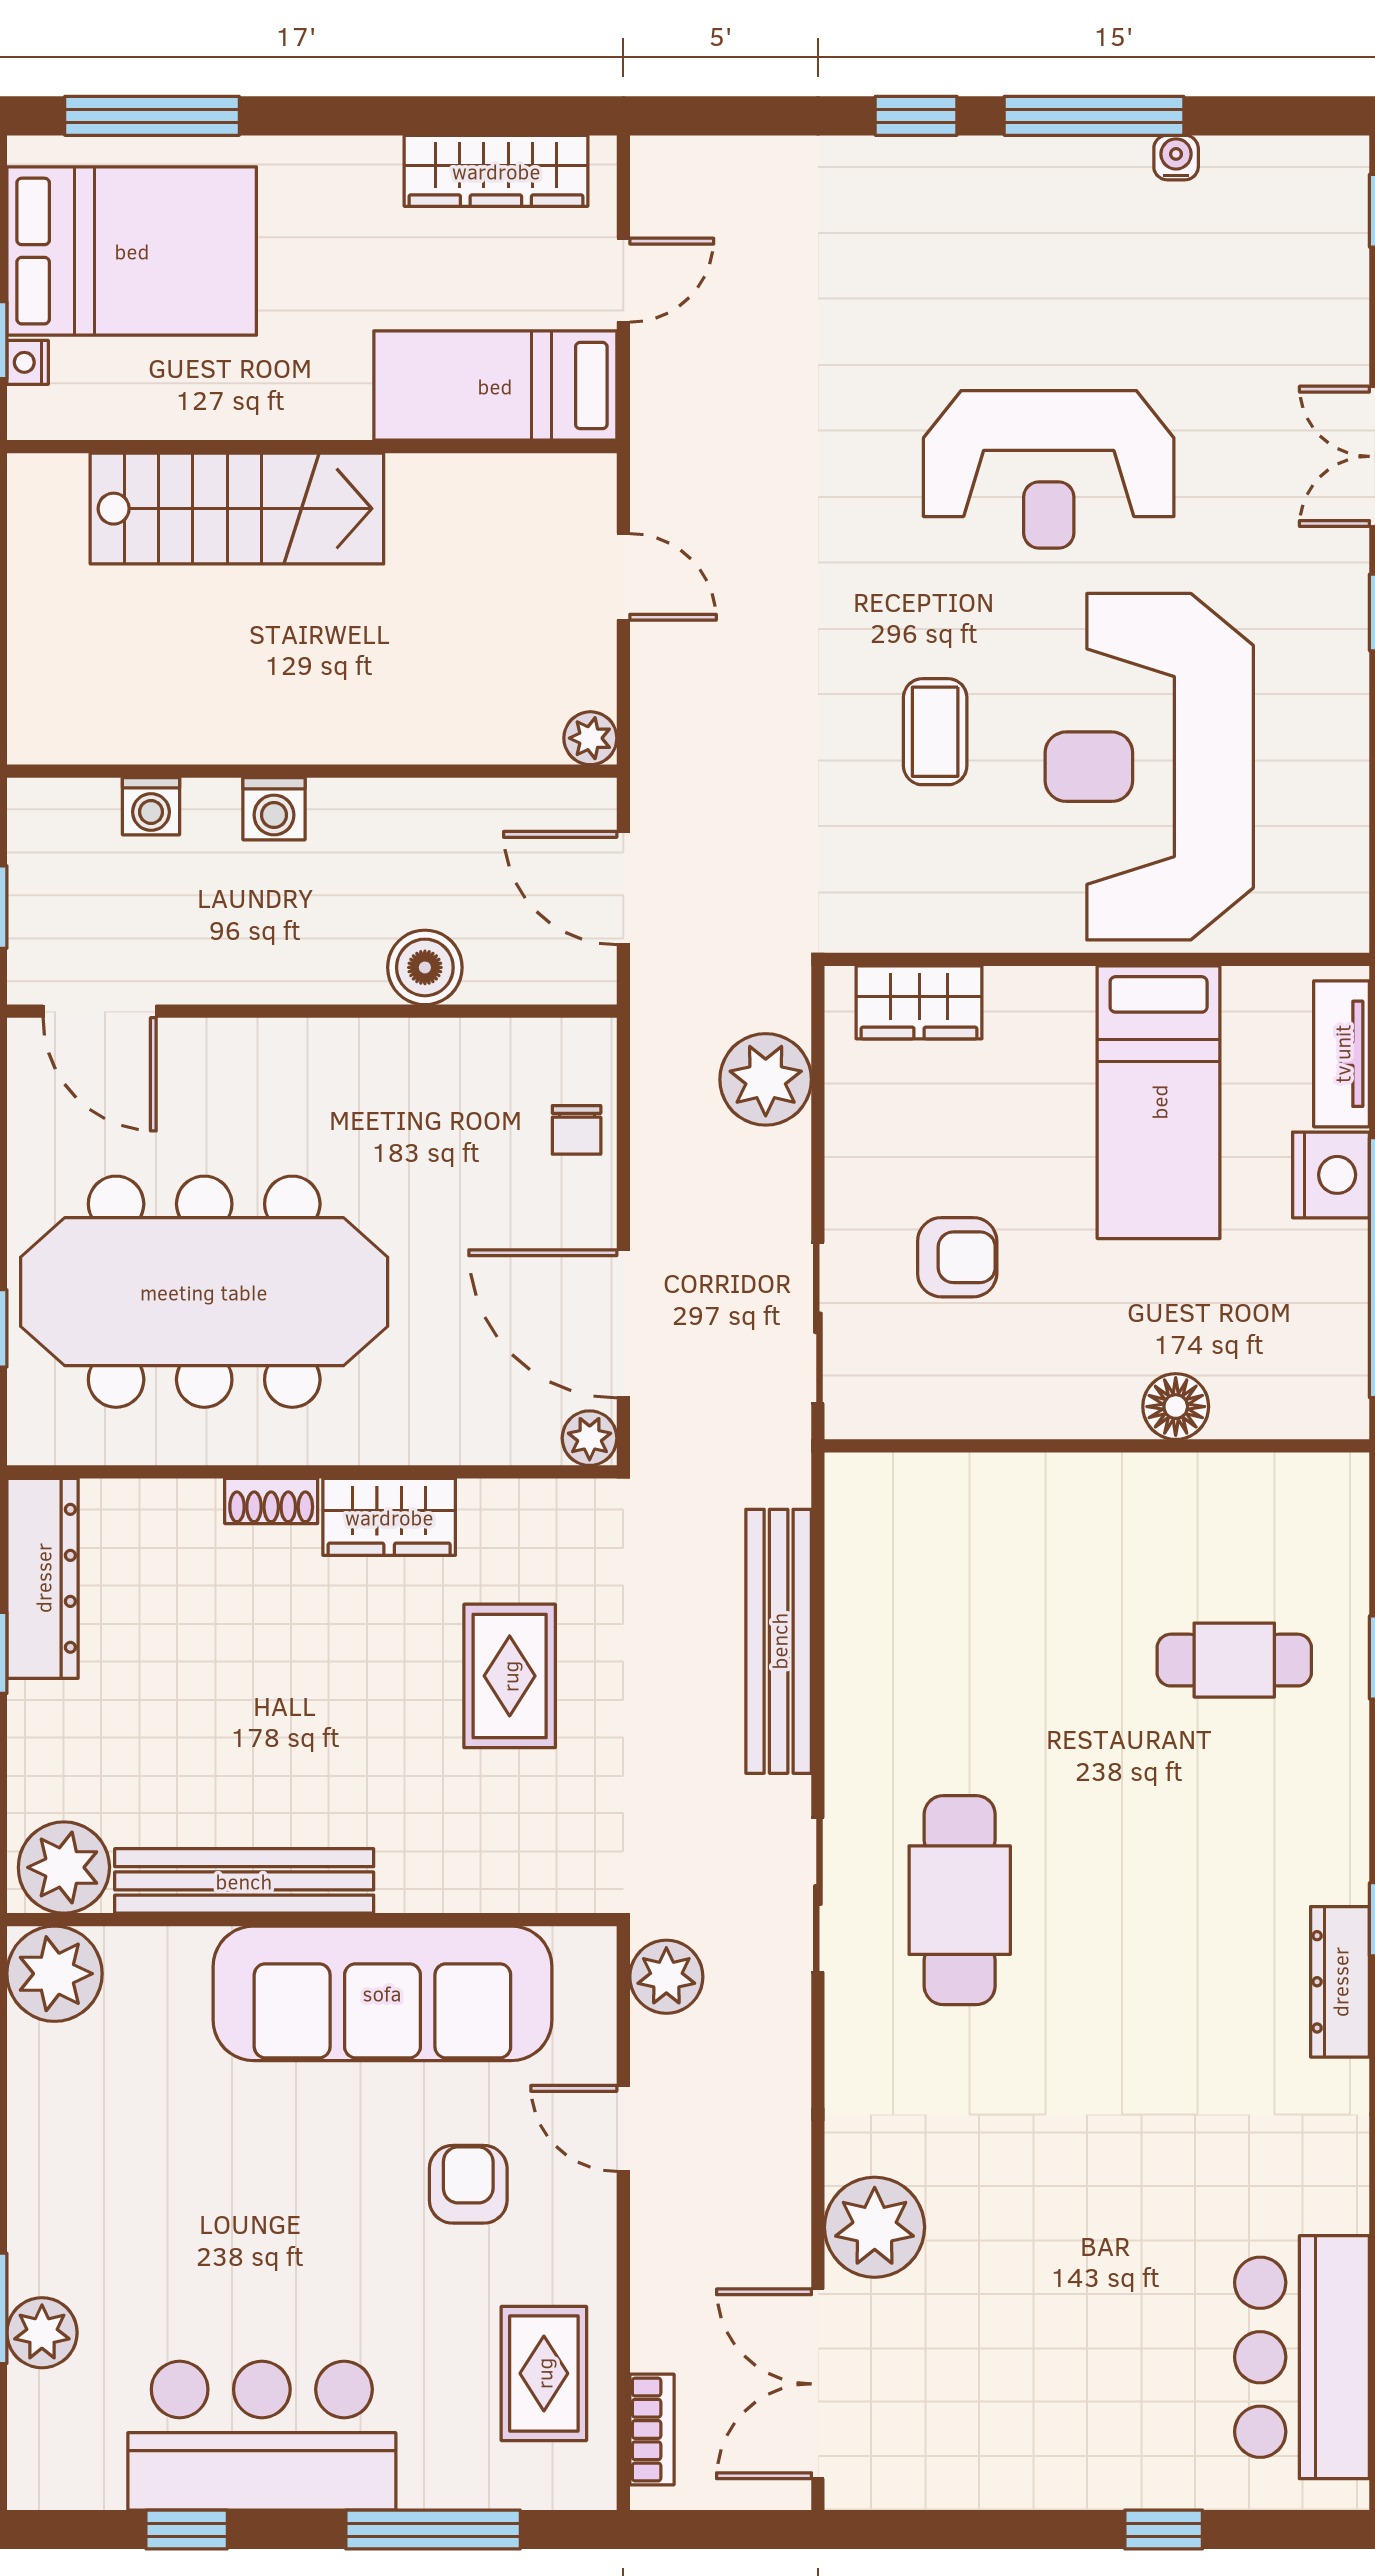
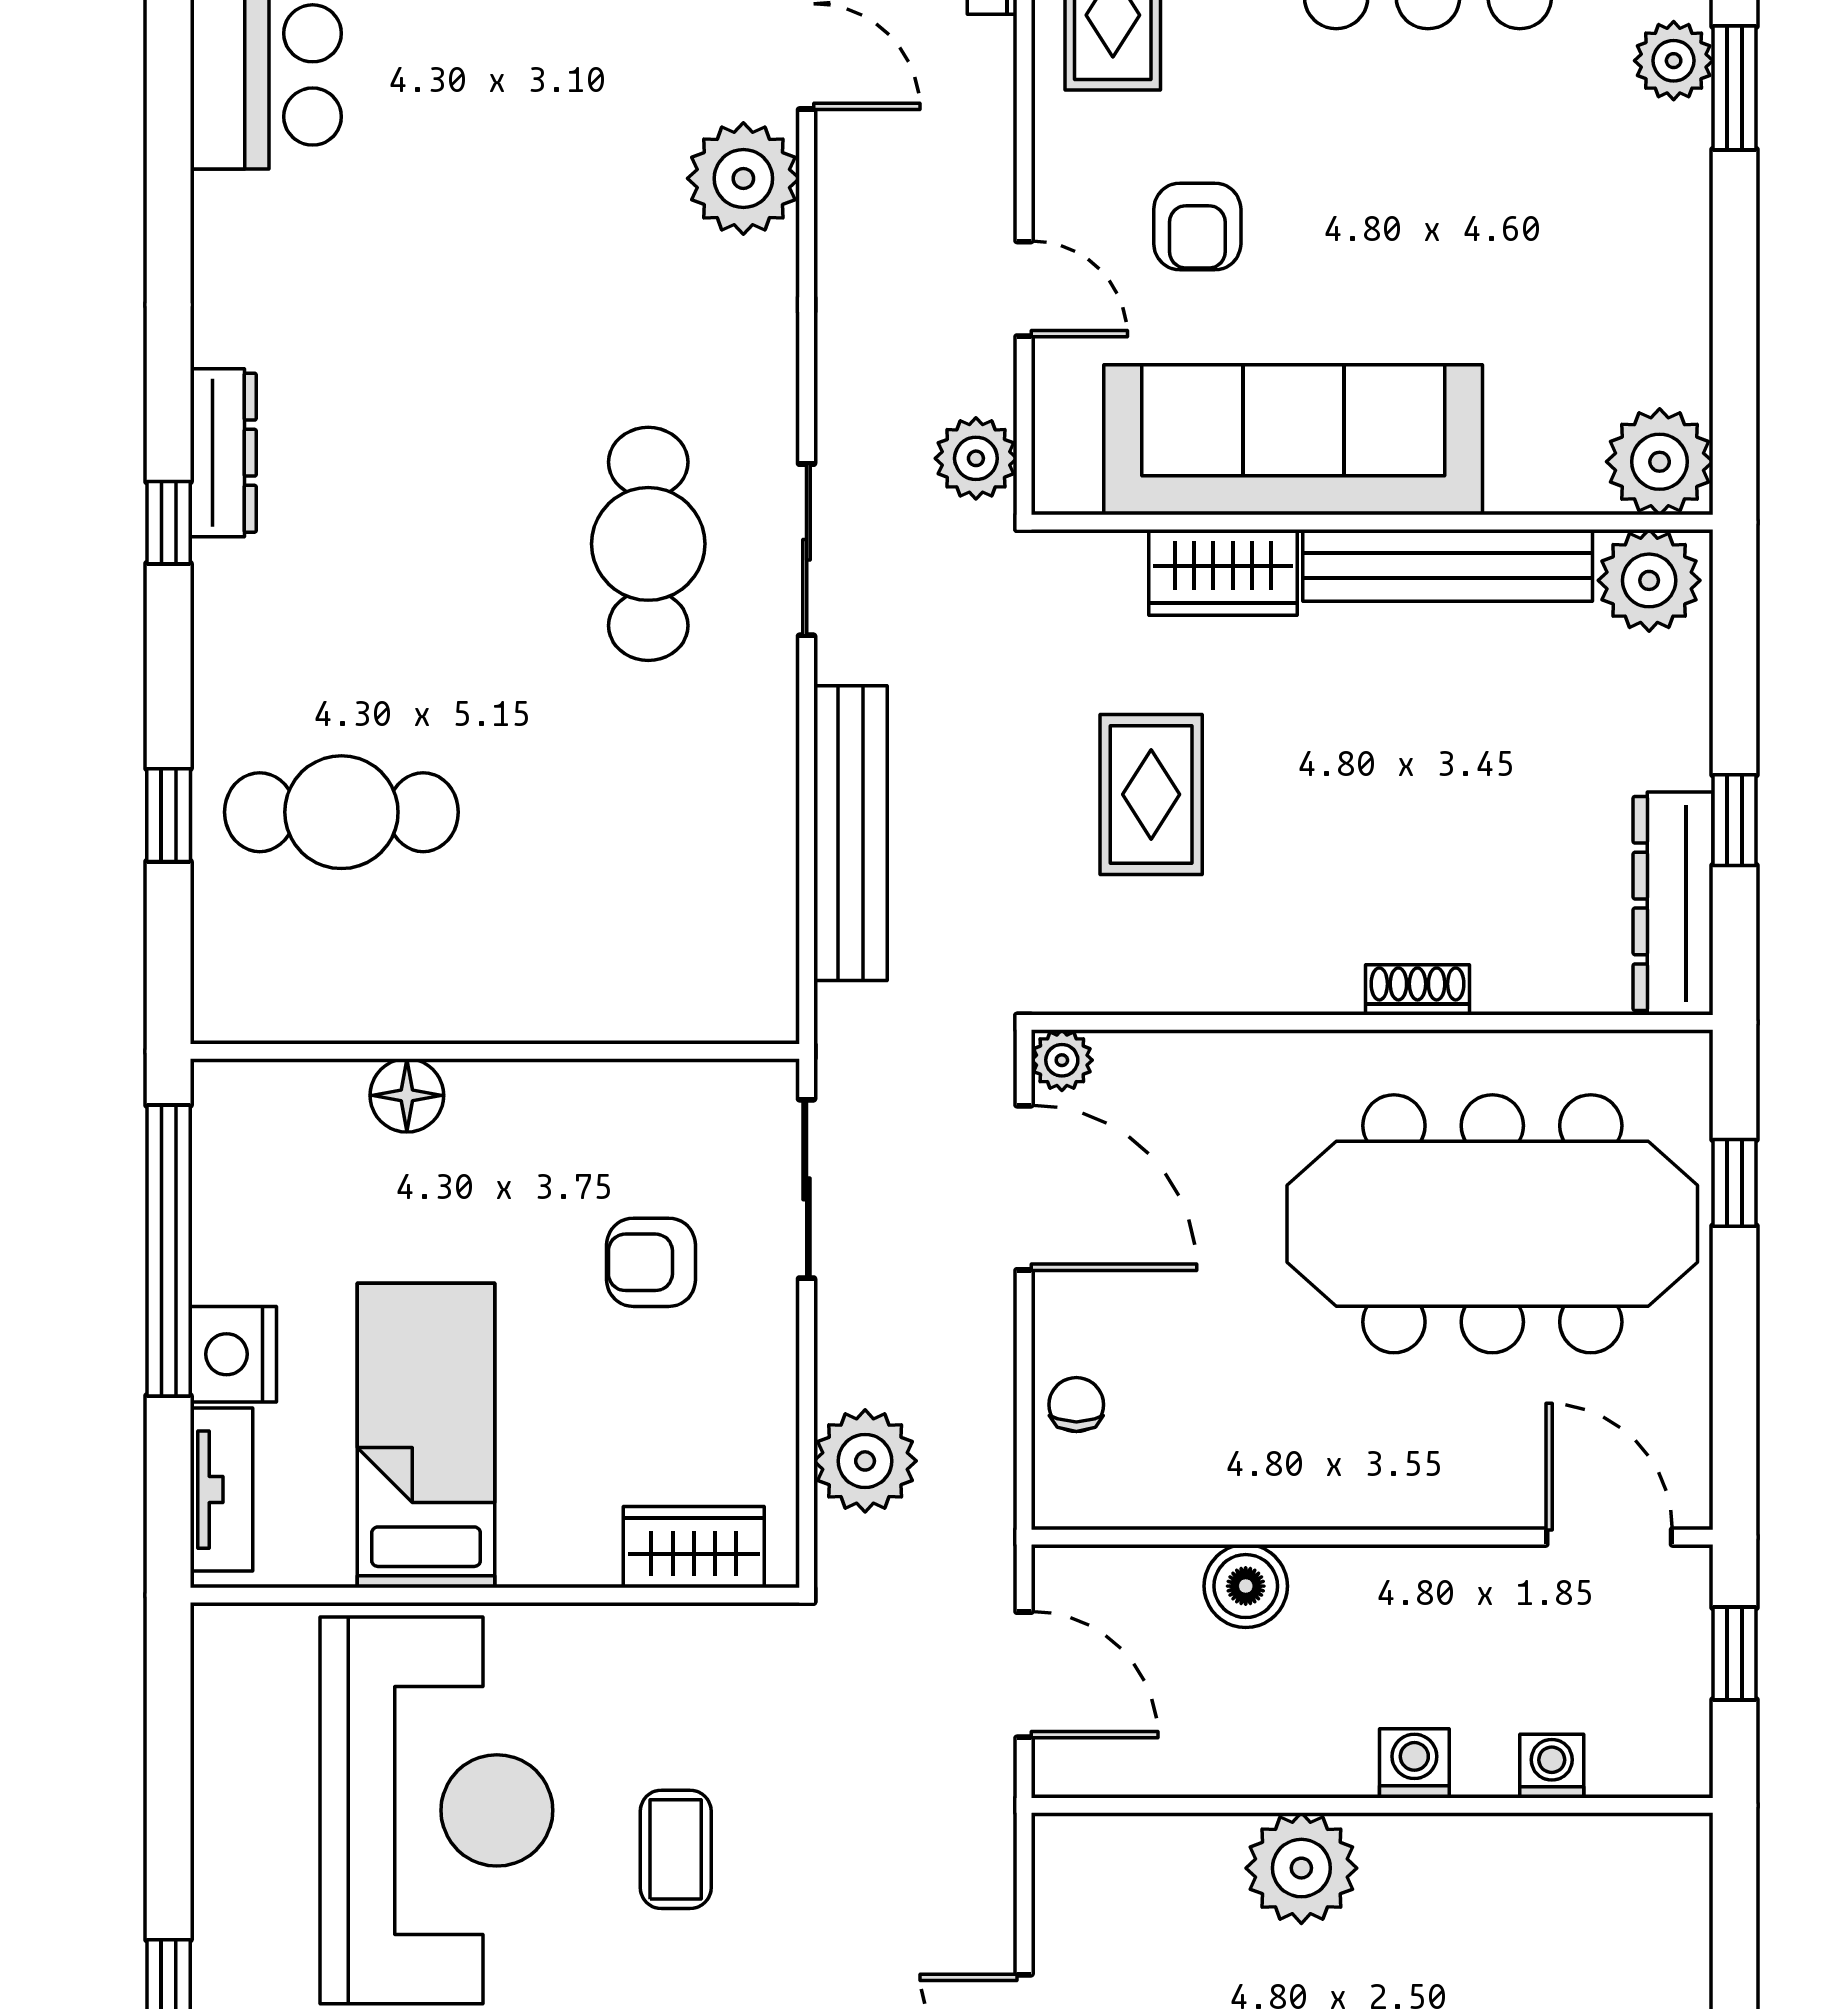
plant: (590, 738) -> (1301, 1868), moved, width x1.87, depth x1.87
wardrobe: (389, 1517) -> (1223, 572), moved, turned 180
cafe table: (1234, 1660) -> (341, 812), width x1.37, depth x1.35

